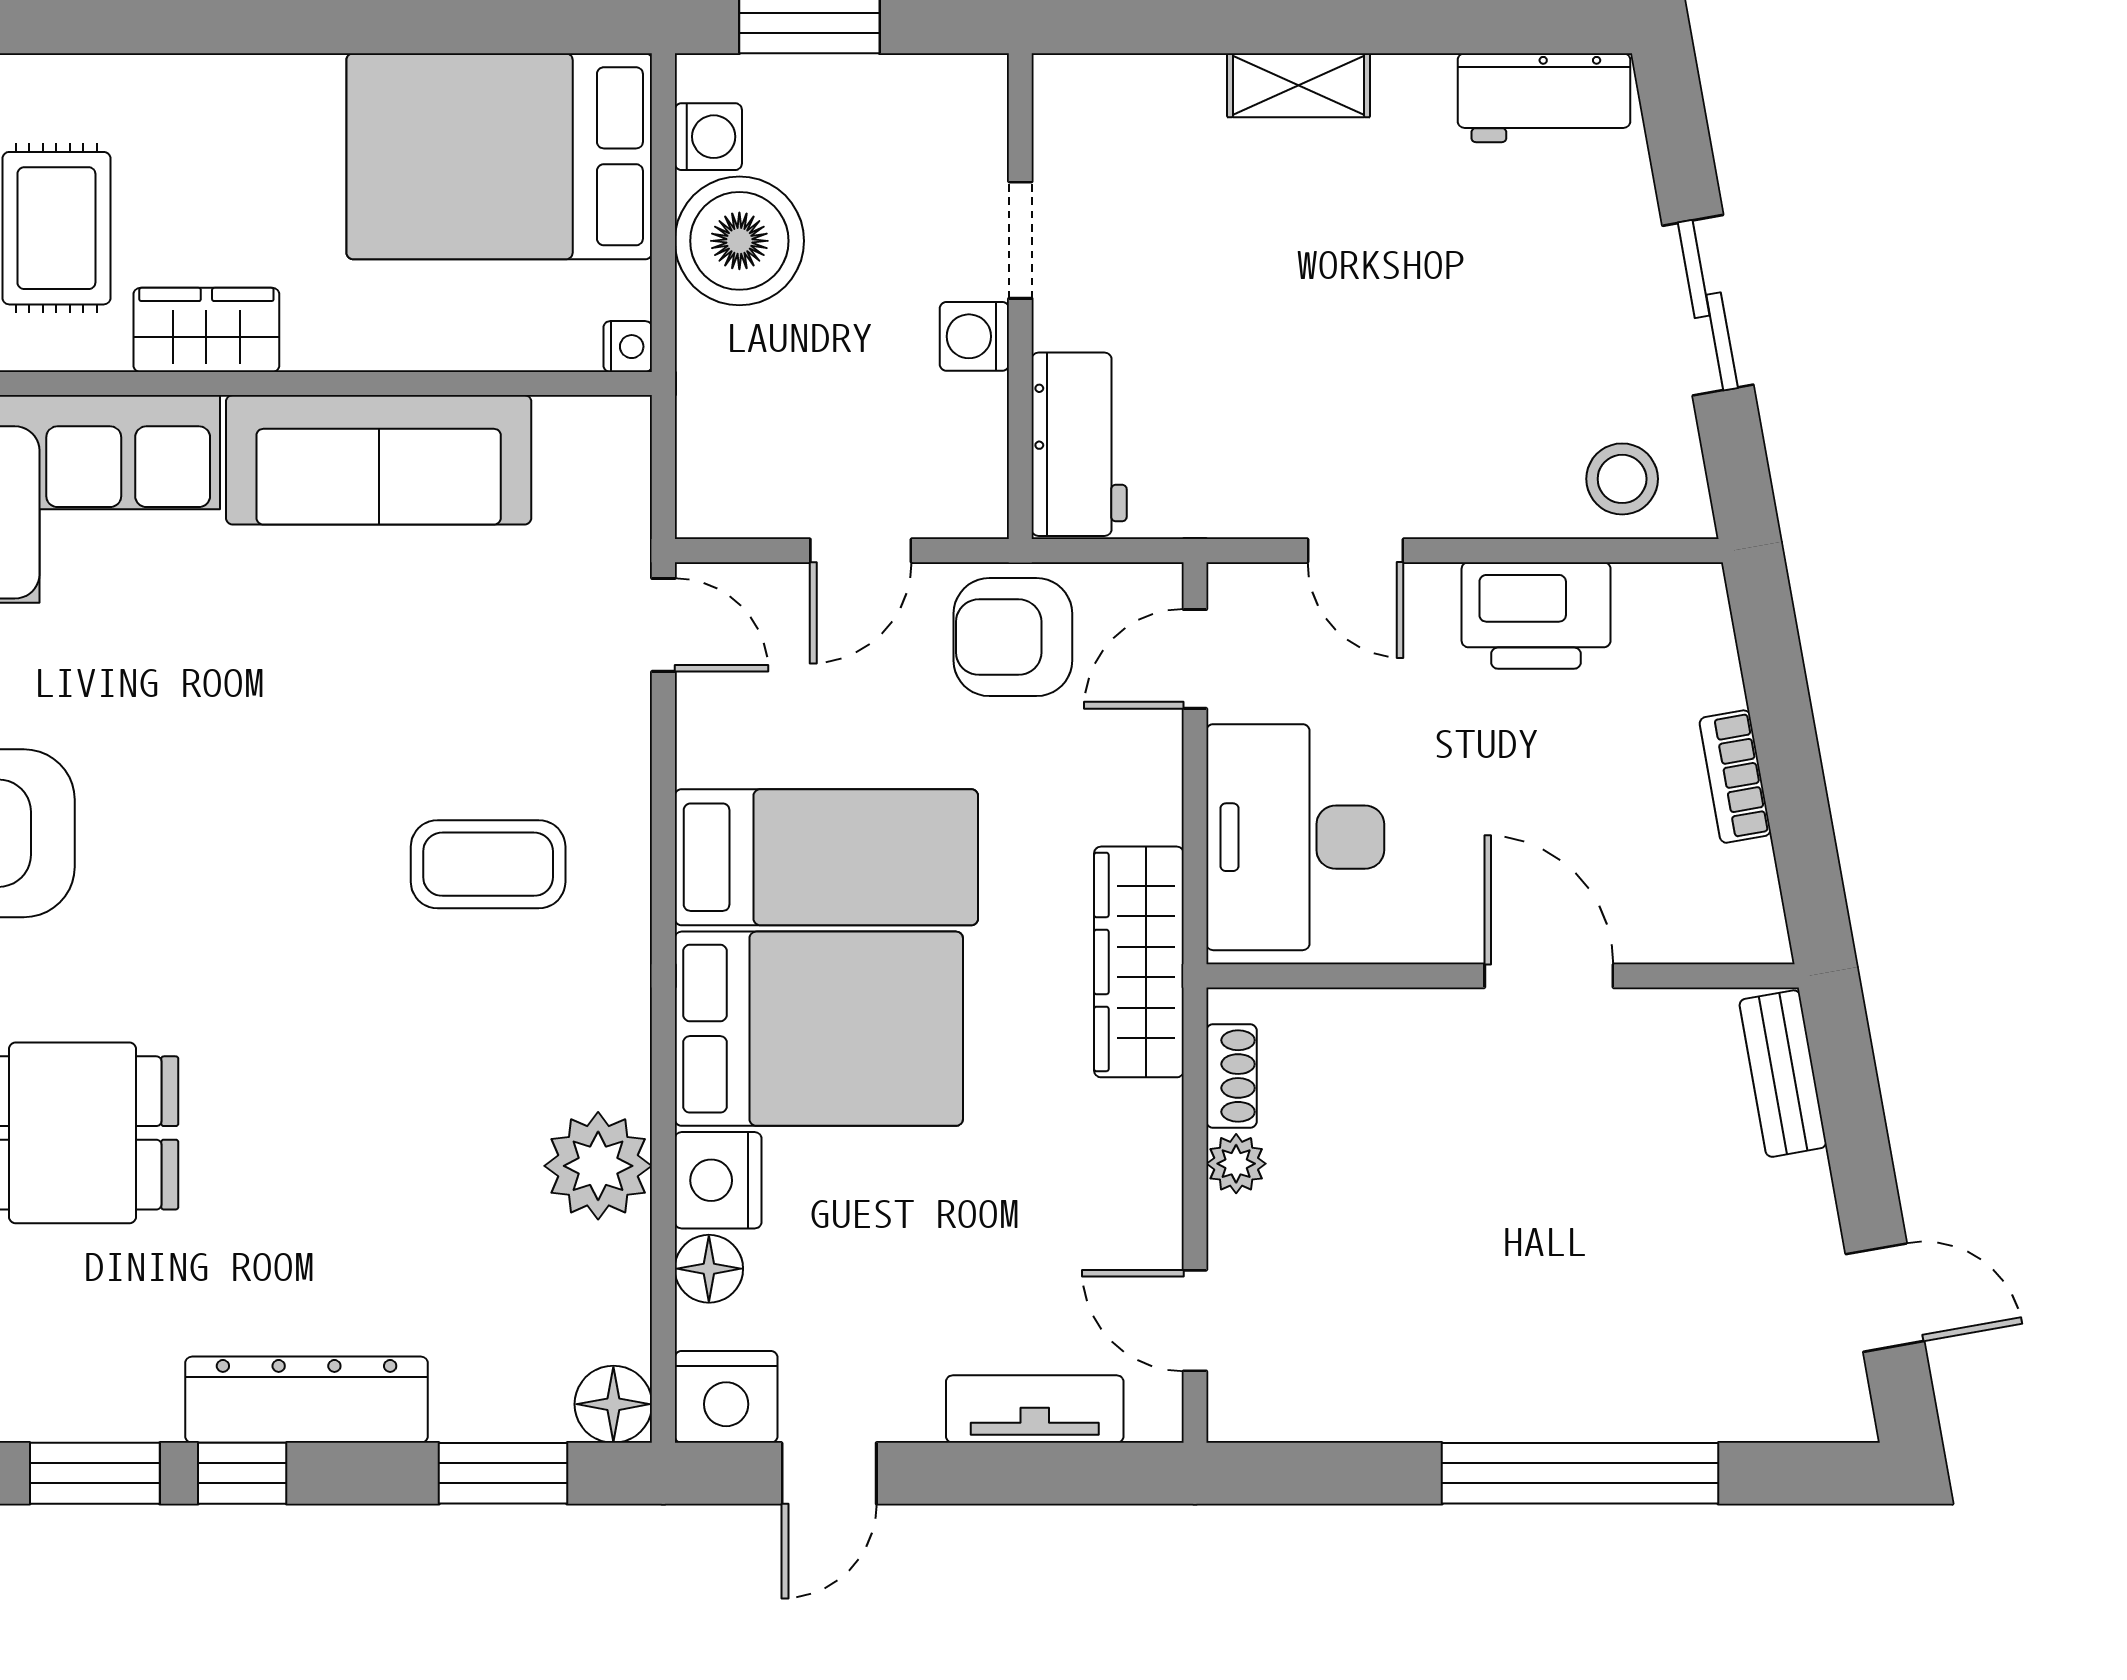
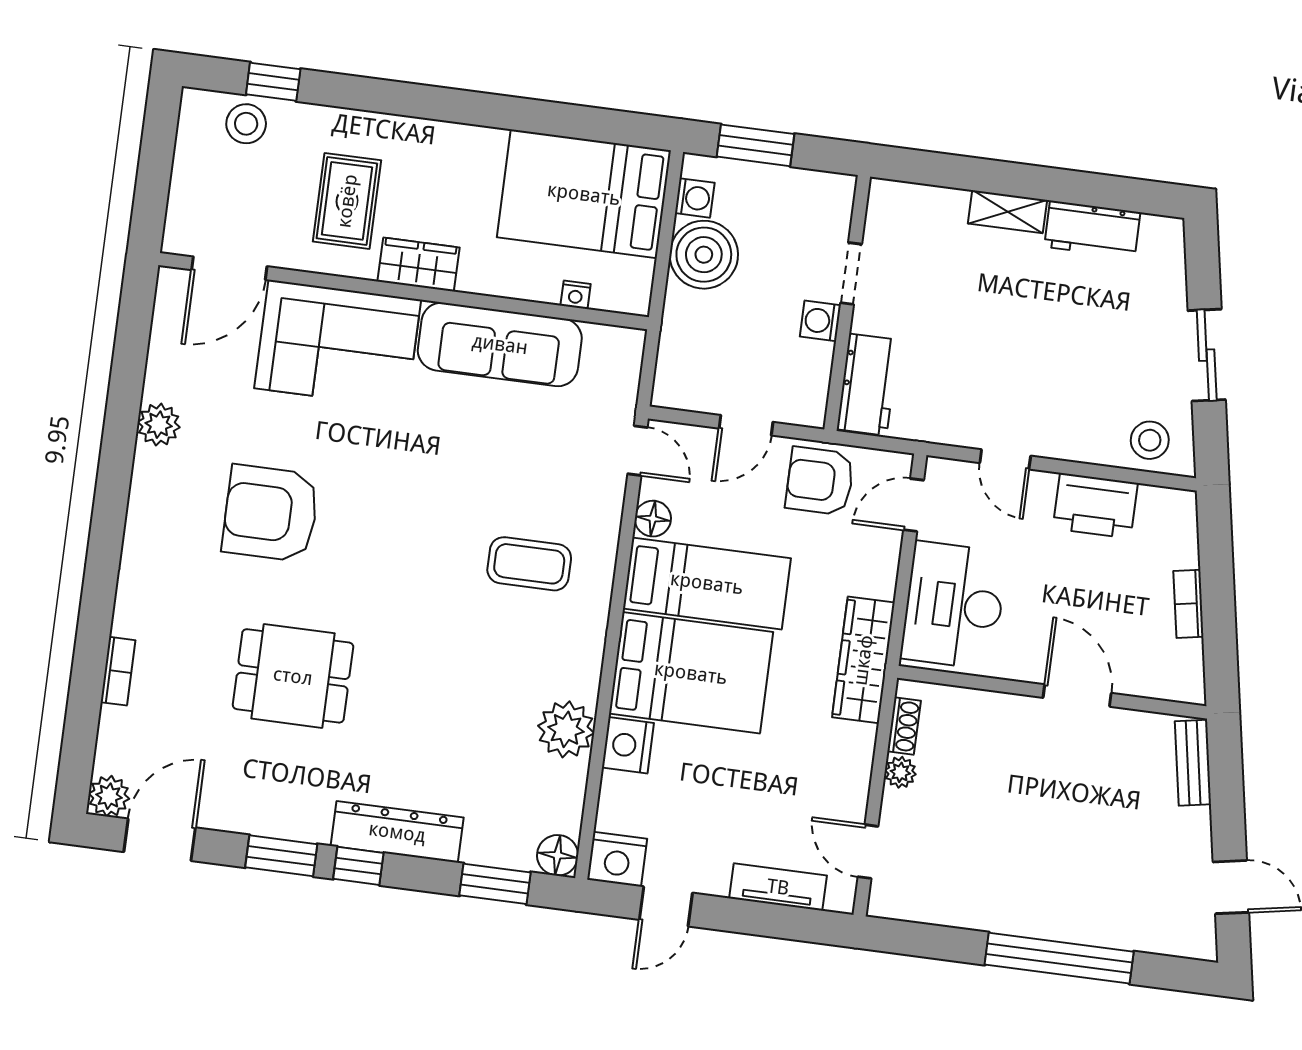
workbench: (1544, 98) -> (1092, 230), moved
nightstand: (628, 347) -> (576, 295), moved, turned 90
floor lamp: (709, 1269) -> (653, 519), moved

